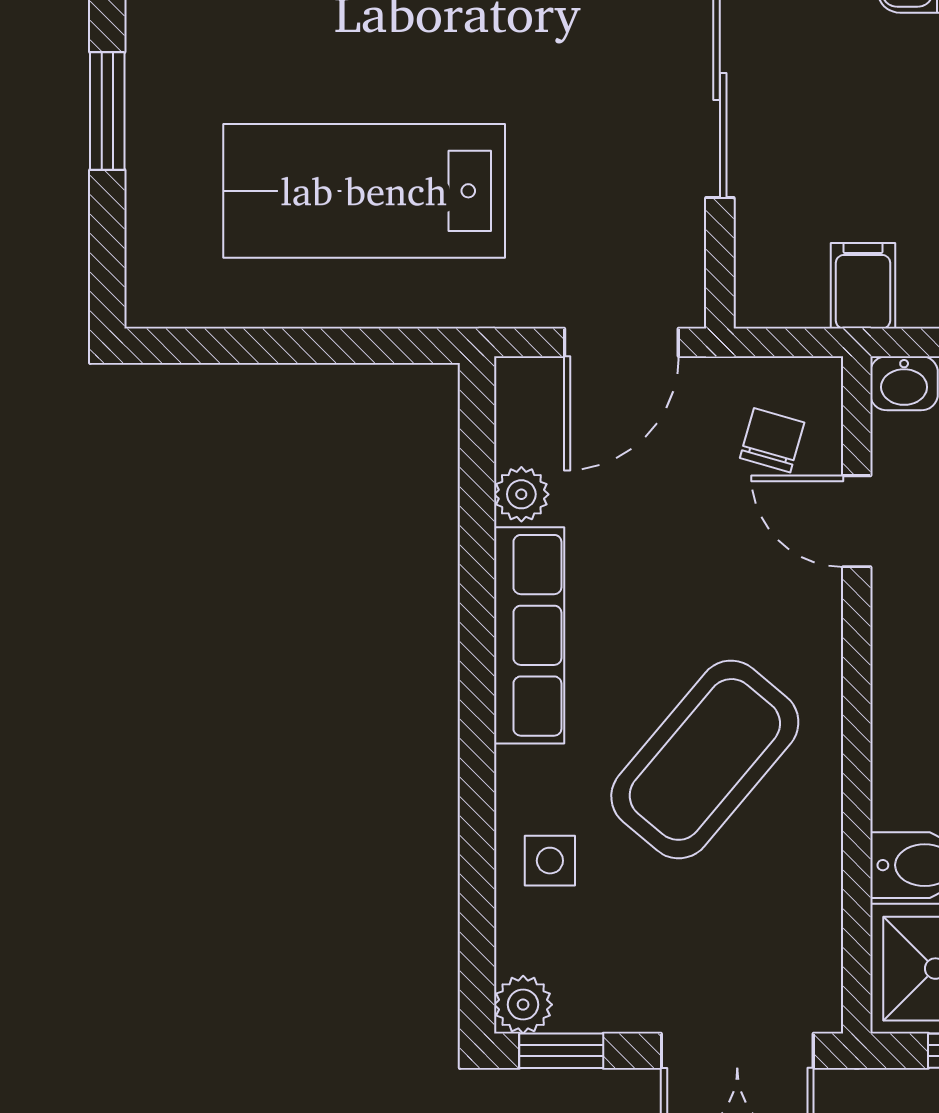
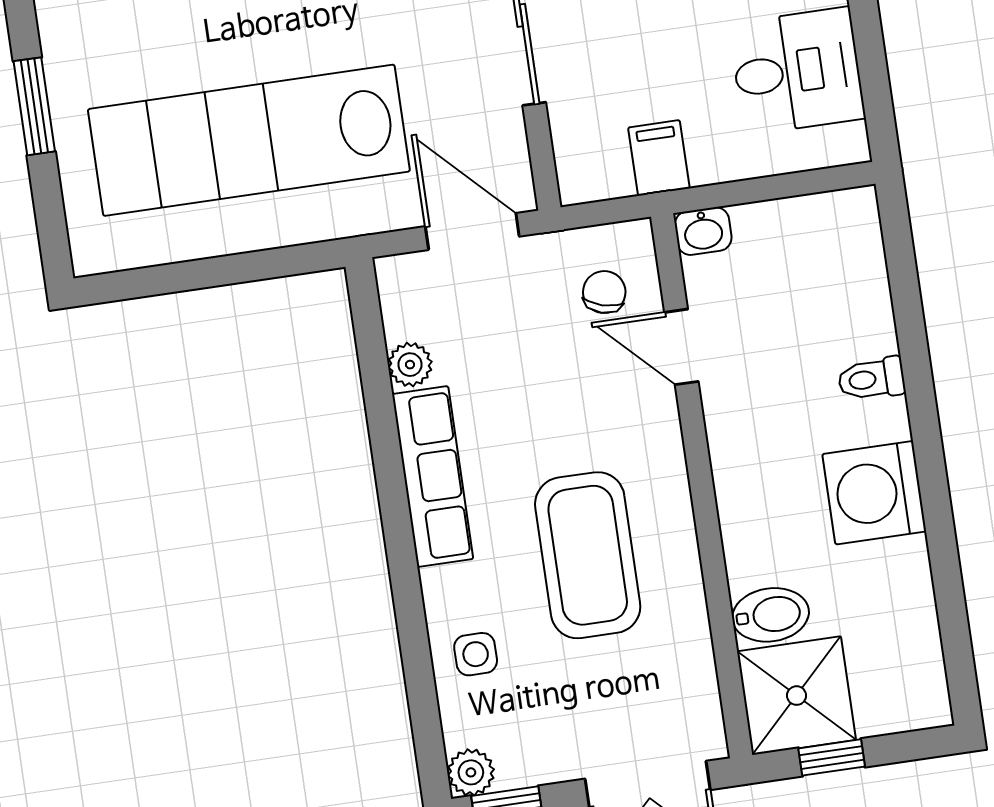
lab bench: (364, 191) -> (249, 140), width x1.36
door: (621, 342) -> (472, 231), swing flipped
coffee table: (705, 759) -> (588, 555), turned -40

